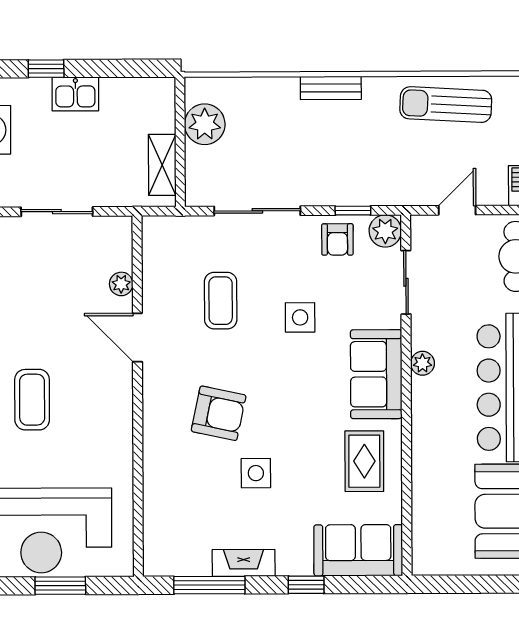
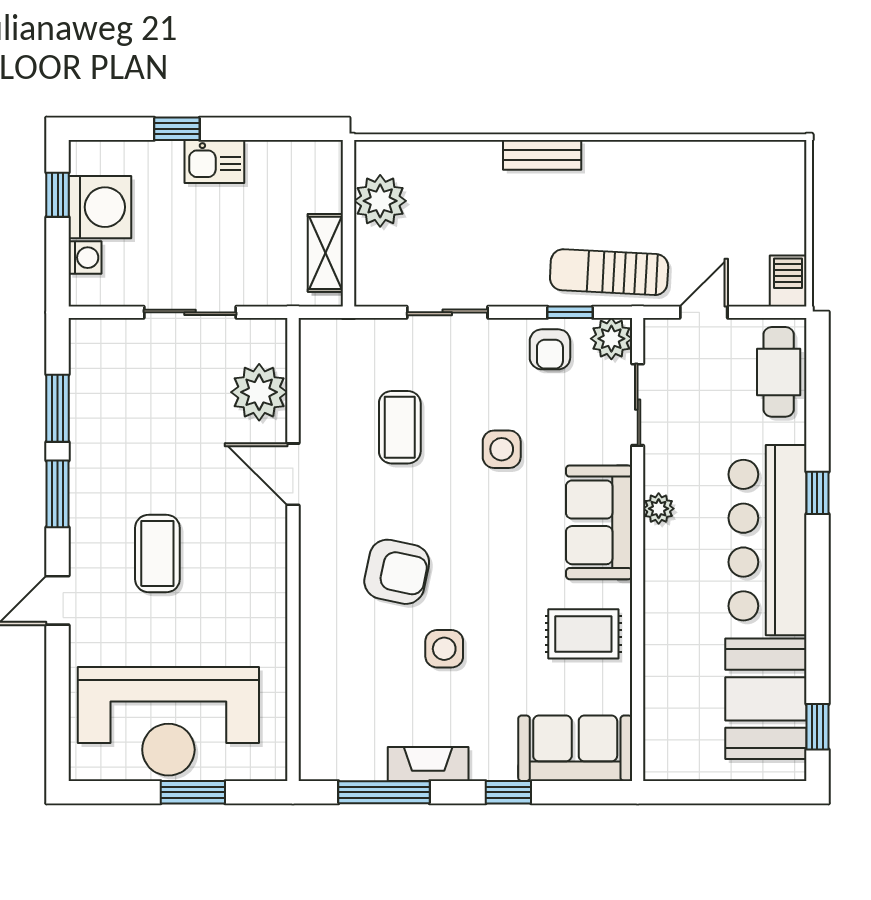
sun lounger: (446, 105) -> (609, 272), moved
sliding door: (257, 211) -> (447, 312), width x0.73
plant: (121, 284) -> (259, 392), width x1.87, depth x1.87
rug: (364, 461) -> (583, 634), turned 90

